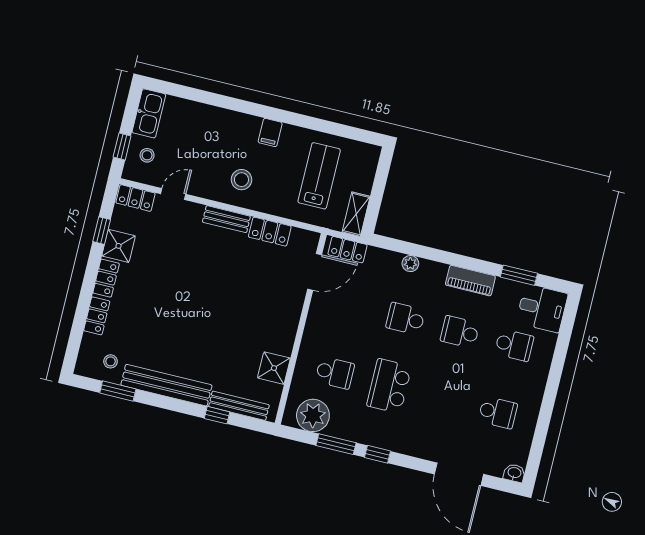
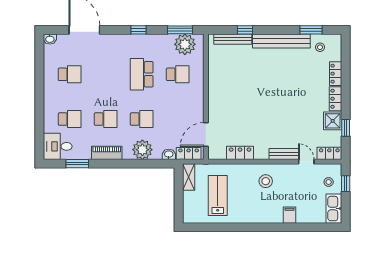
filing cabinet: (270, 133) -> (290, 215), moved
lab bench: (319, 176) -> (218, 195), turned 180
door: (173, 194) -> (306, 162), swing flipped
bench: (226, 219) -> (284, 154), moved
washbasin: (378, 256) -> (169, 154), added
plant: (410, 264) -> (142, 150), width x1.88, depth x1.88
school desk: (514, 345) -> (70, 119), turned 180
shower: (274, 368) -> (217, 68), removed
school desk: (335, 373) -> (178, 74), turned 180
school desk: (389, 386) -> (142, 74), turned 180
school desk: (498, 413) -> (70, 74), turned 180
window: (336, 444) -> (180, 30), moved

